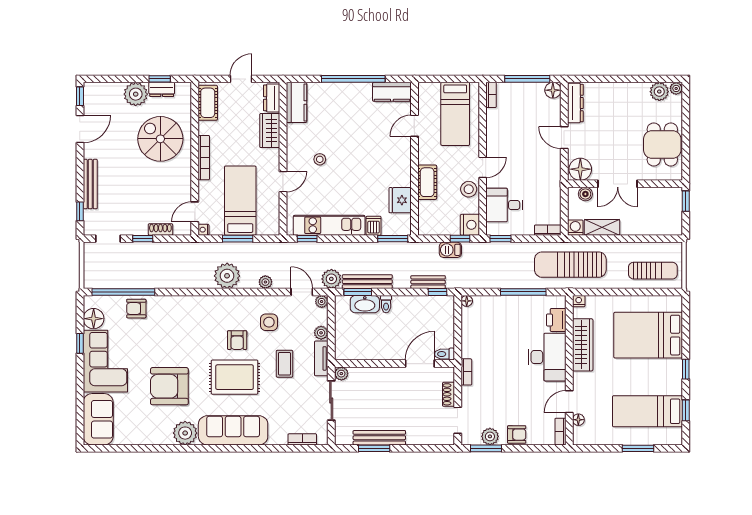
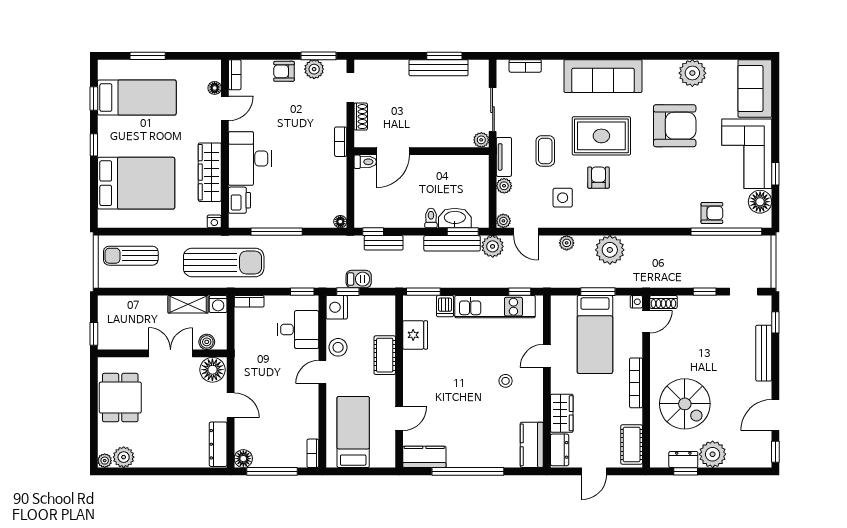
shoe rack: (160, 229) -> (663, 302), moved
plant: (185, 433) -> (692, 73), moved

